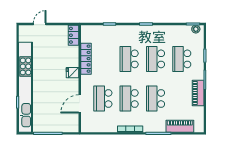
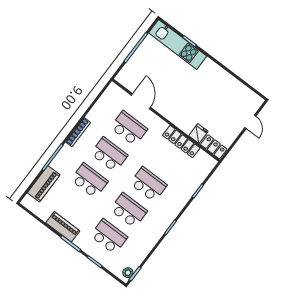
fridge: (72, 73) -> (198, 134), moved
kitchen unit: (26, 87) -> (178, 44), width x0.54

